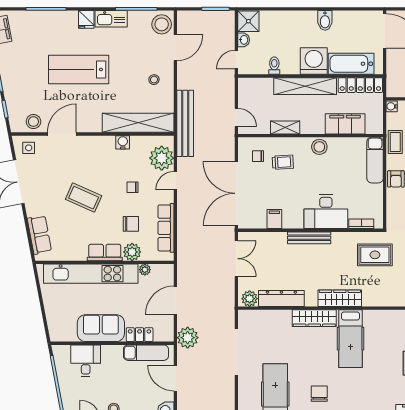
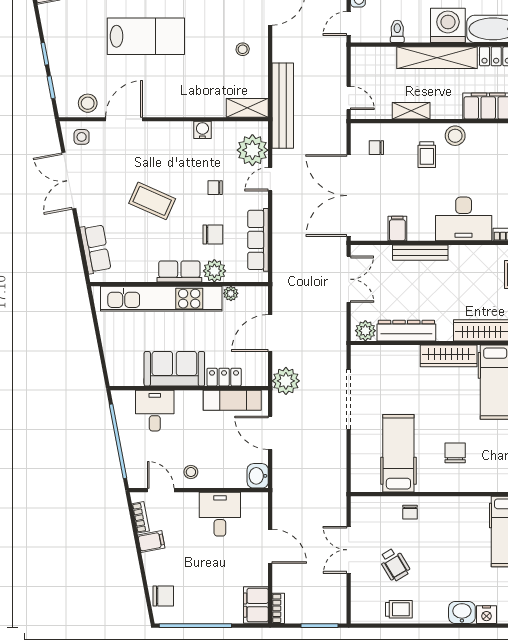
lab bench: (79, 69) -> (146, 36), turned 180
shelving: (138, 123) -> (247, 108), width x0.45, depth x0.75
trolley: (283, 162) -> (427, 155), moved, turned 93
bench: (309, 238) -> (420, 253), moved

